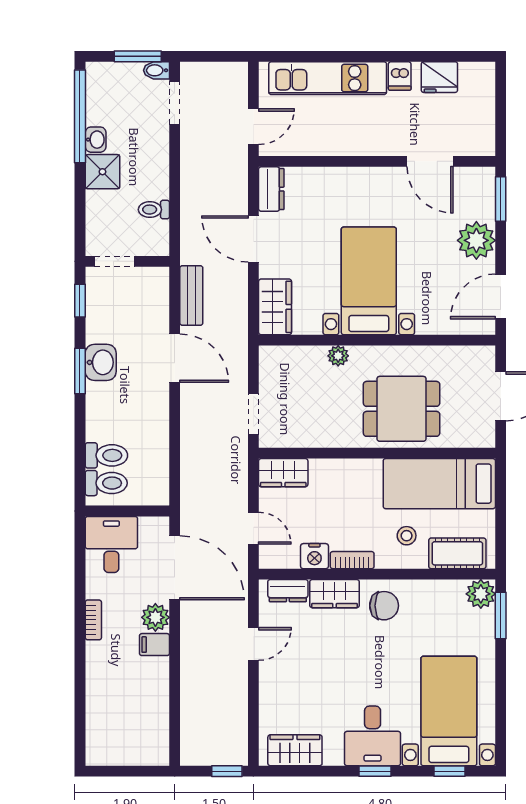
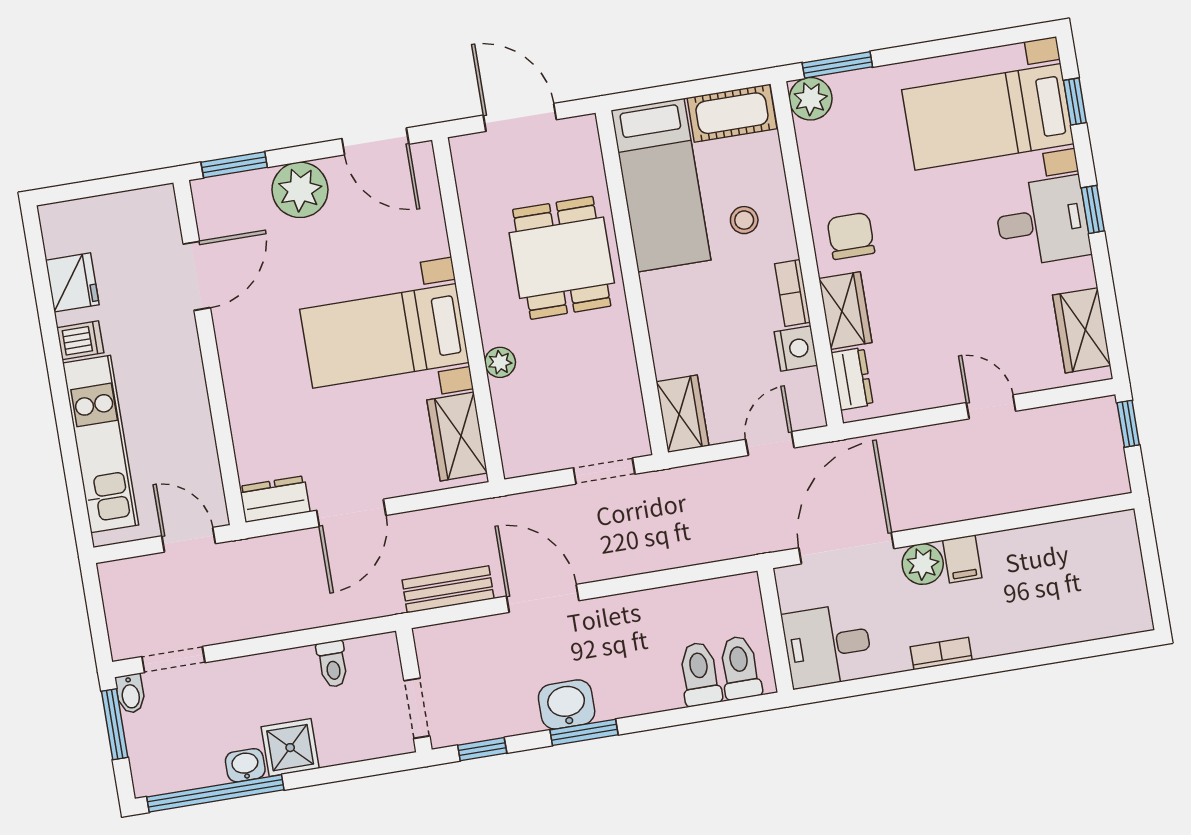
wardrobe: (275, 307) -> (457, 437), moved, turned -90
door: (175, 358) -> (543, 598), hinge flipped
cot: (457, 553) -> (732, 113), moved, turned 90
door: (253, 644) -> (991, 407), moved

